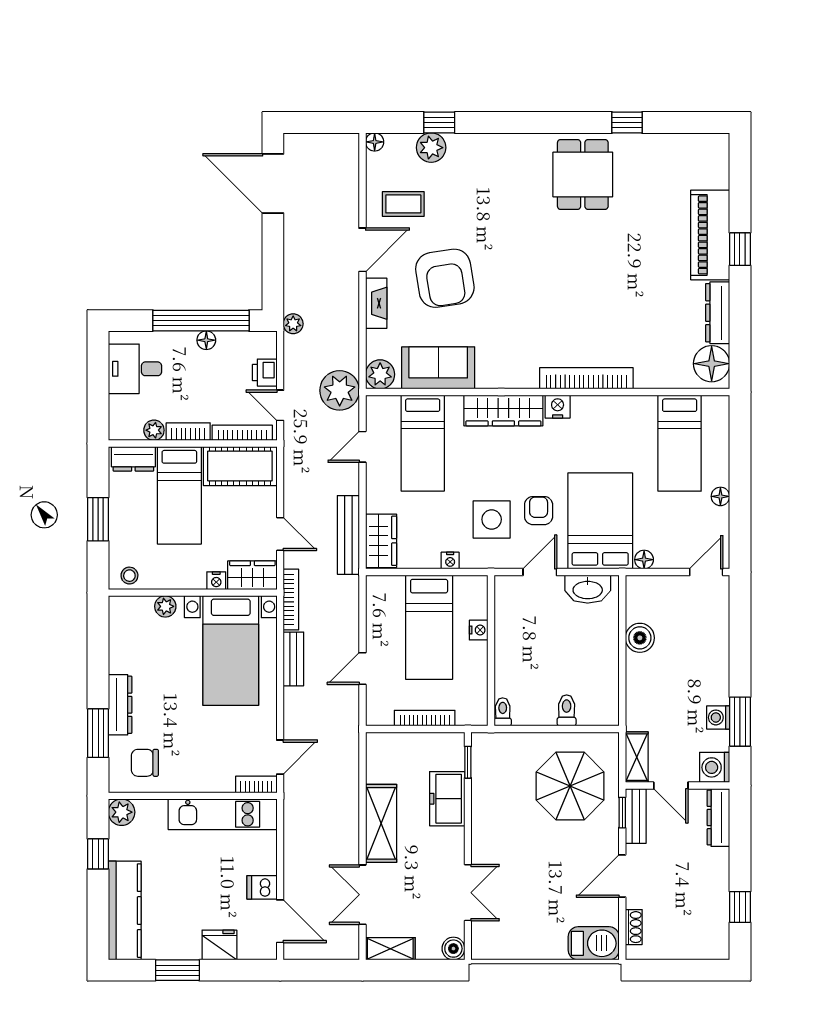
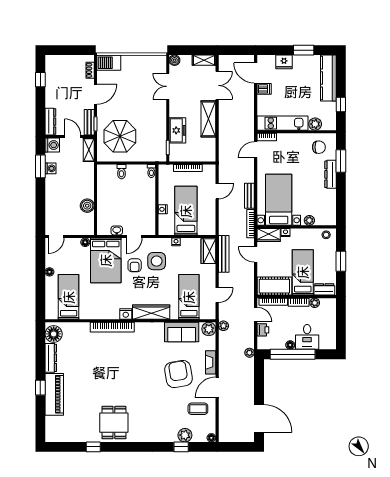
desk: (135, 369) -> (307, 337), moved, turned 90
plant: (340, 390) -> (223, 326), width x0.53, depth x0.53
washbasin: (588, 589) -> (117, 230), width x0.52, depth x0.69
plant: (122, 812) -> (315, 124), moved

